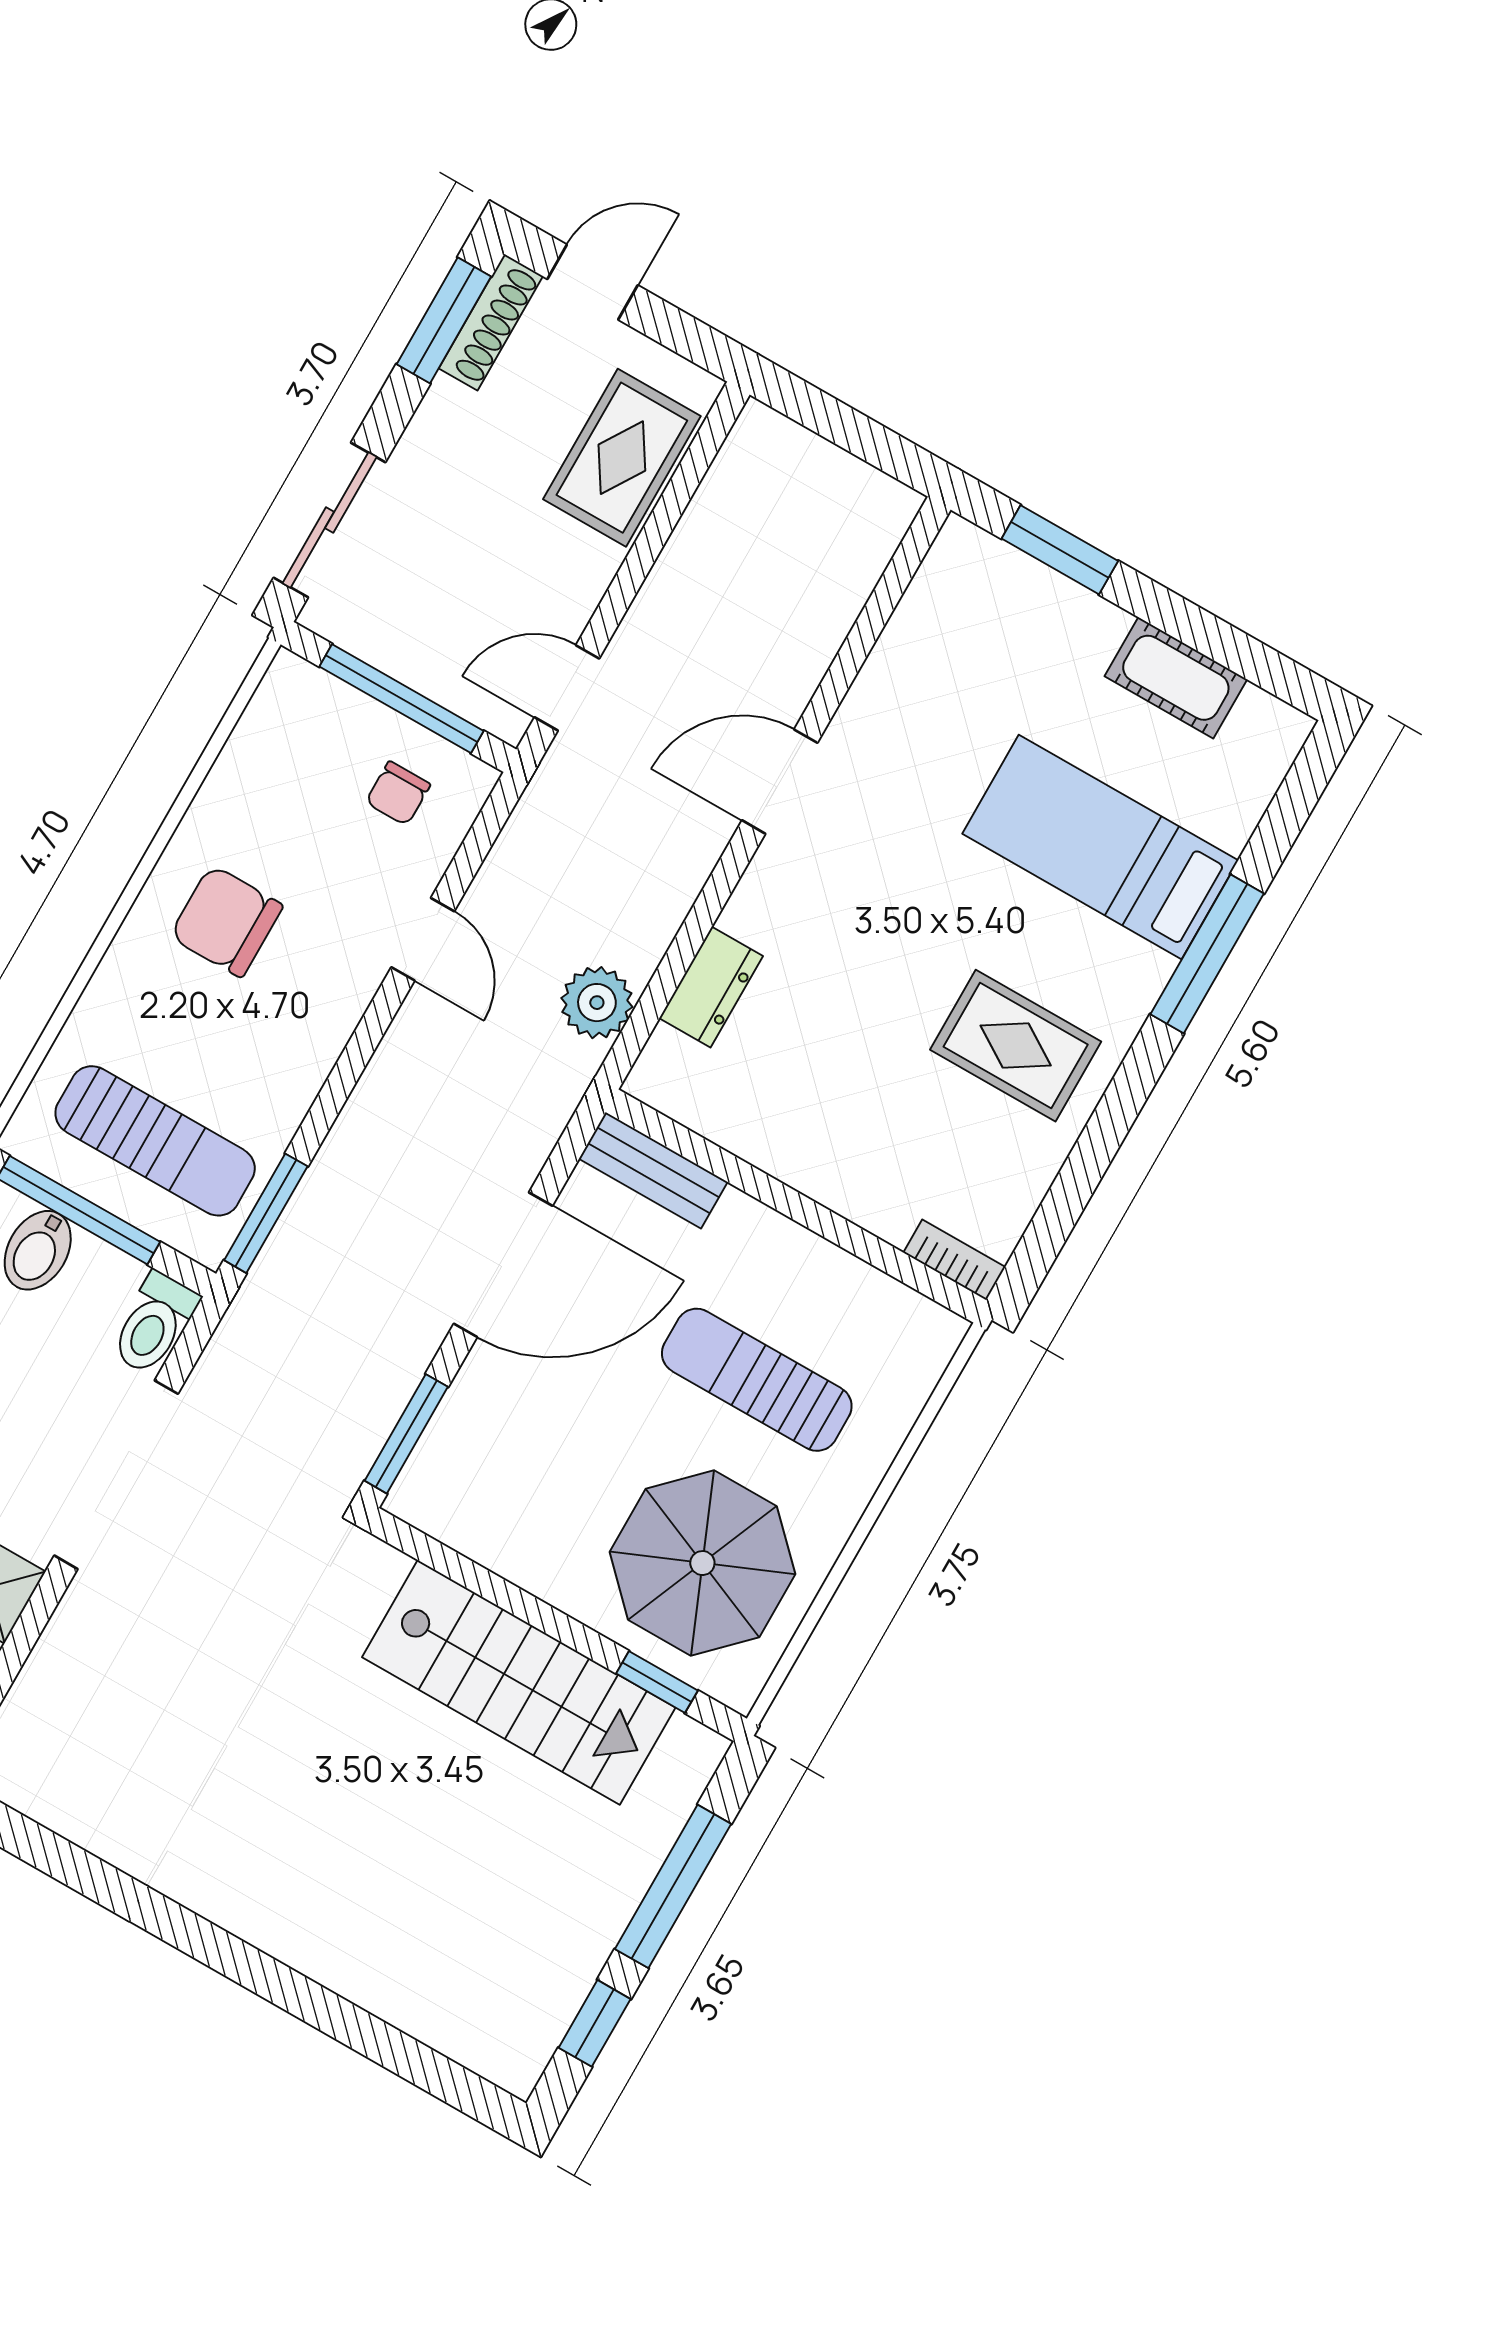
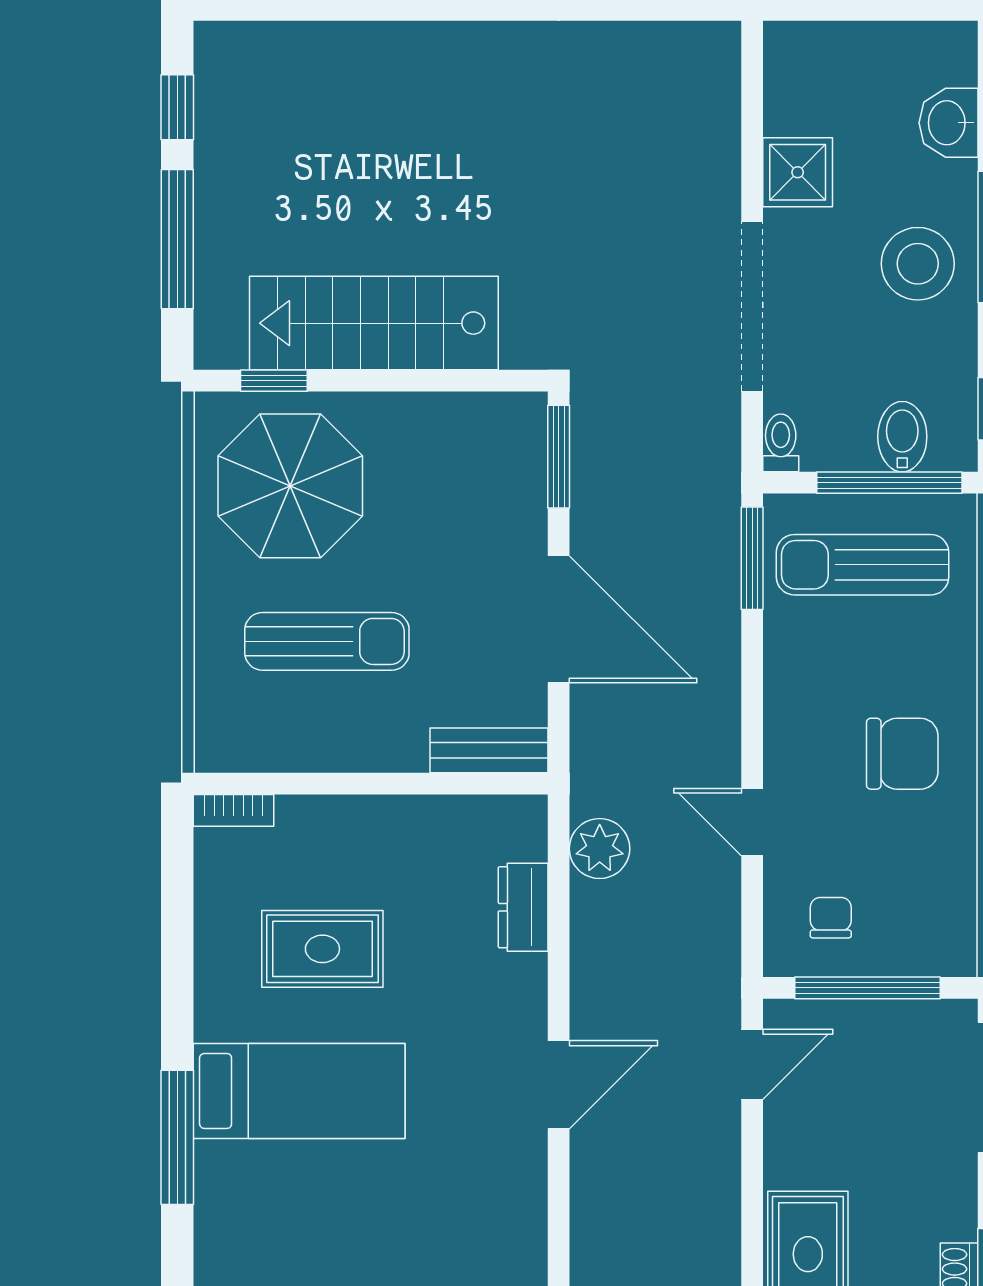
bed: (1100, 847) -> (299, 1091), moved
rug: (1016, 1046) -> (322, 949), moved
door: (503, 1265) -> (559, 619), swing flipped
toilet: (154, 1324) -> (781, 443), width x0.73, depth x0.72

